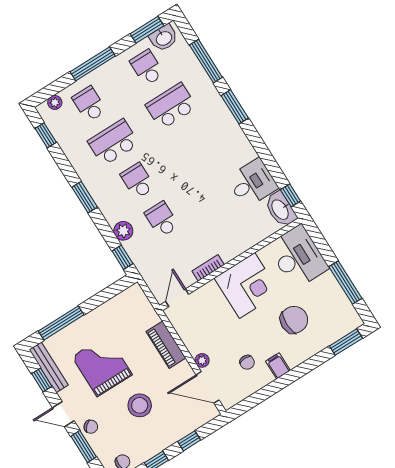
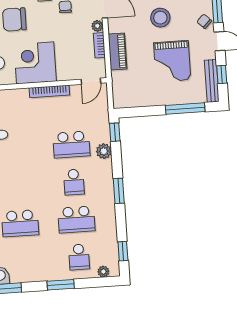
window: (93, 64) -> (61, 285), width x0.69
school desk: (147, 68) -> (23, 261), removed
school desk: (162, 219) -> (71, 145), width x1.85
bookcase: (208, 268) -> (49, 91), width x1.56
bookcase: (189, 341) -> (99, 45), added

